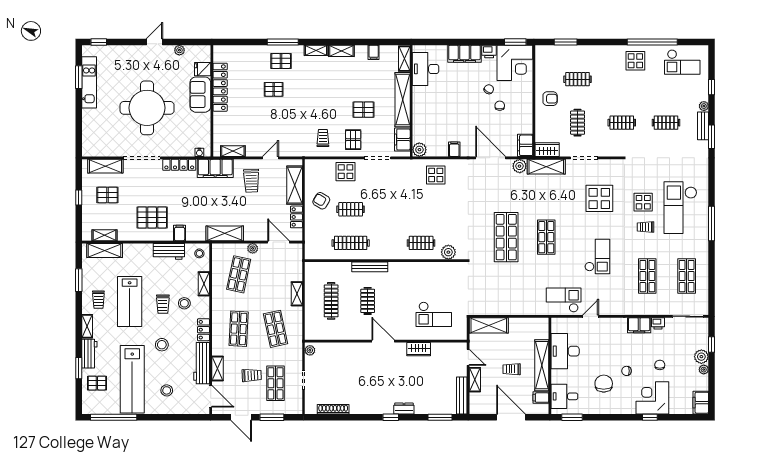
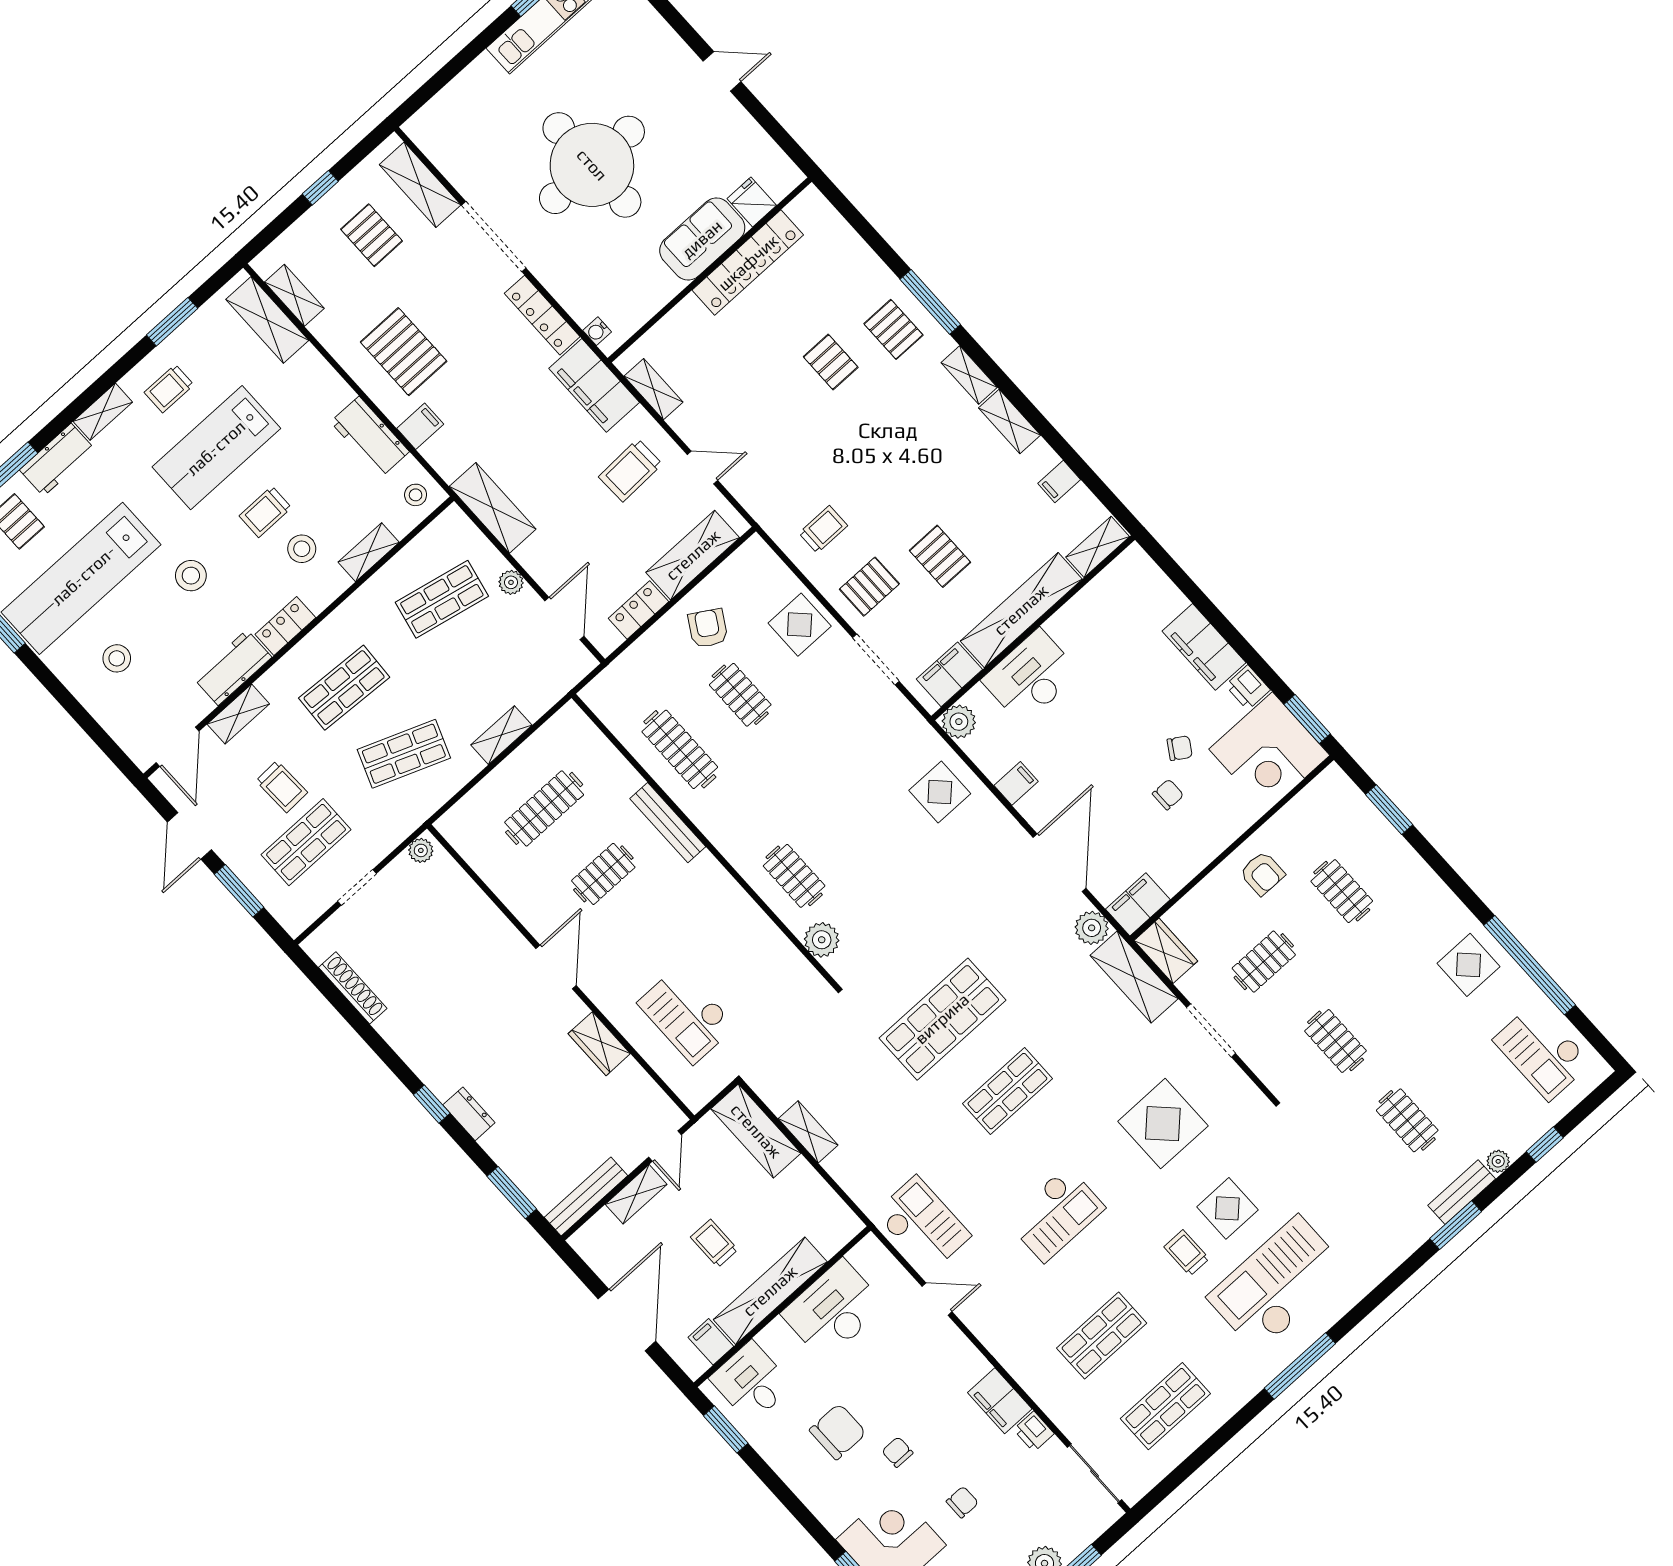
plant: (179, 50) -> (748, 130), removed
desk: (426, 69) -> (1031, 677), moved
shelving: (504, 310) -> (808, 1132), added
shop shelf: (275, 329) -> (404, 754), turned 33
workbench: (202, 363) -> (233, 668), width x0.73

